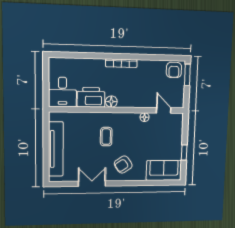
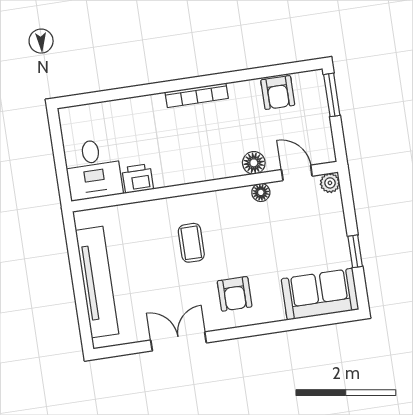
armchair: (174, 70) -> (278, 93), moved
printer: (91, 97) -> (138, 179), width x0.53, depth x0.68
floor lamp: (111, 102) -> (254, 163), moved
plant: (178, 118) -> (330, 183), added
armchair: (123, 164) -> (235, 294), turned -56

